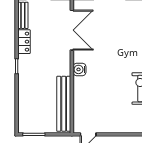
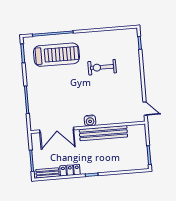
double door: (72, 30) -> (57, 130), swing flipped
bench: (64, 104) -> (103, 133), moved

